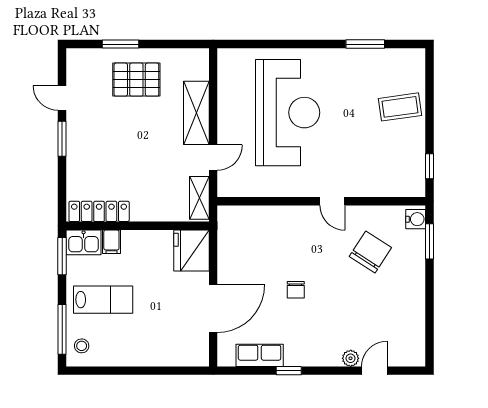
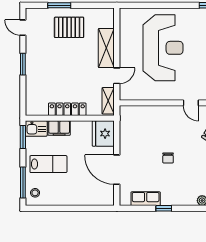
door: (62, 98) -> (23, 28), moved
locker: (99, 211) -> (67, 109), moved
filing cabinet: (111, 242) -> (59, 128), width x2.00
door: (213, 309) -> (117, 170), swing flipped

